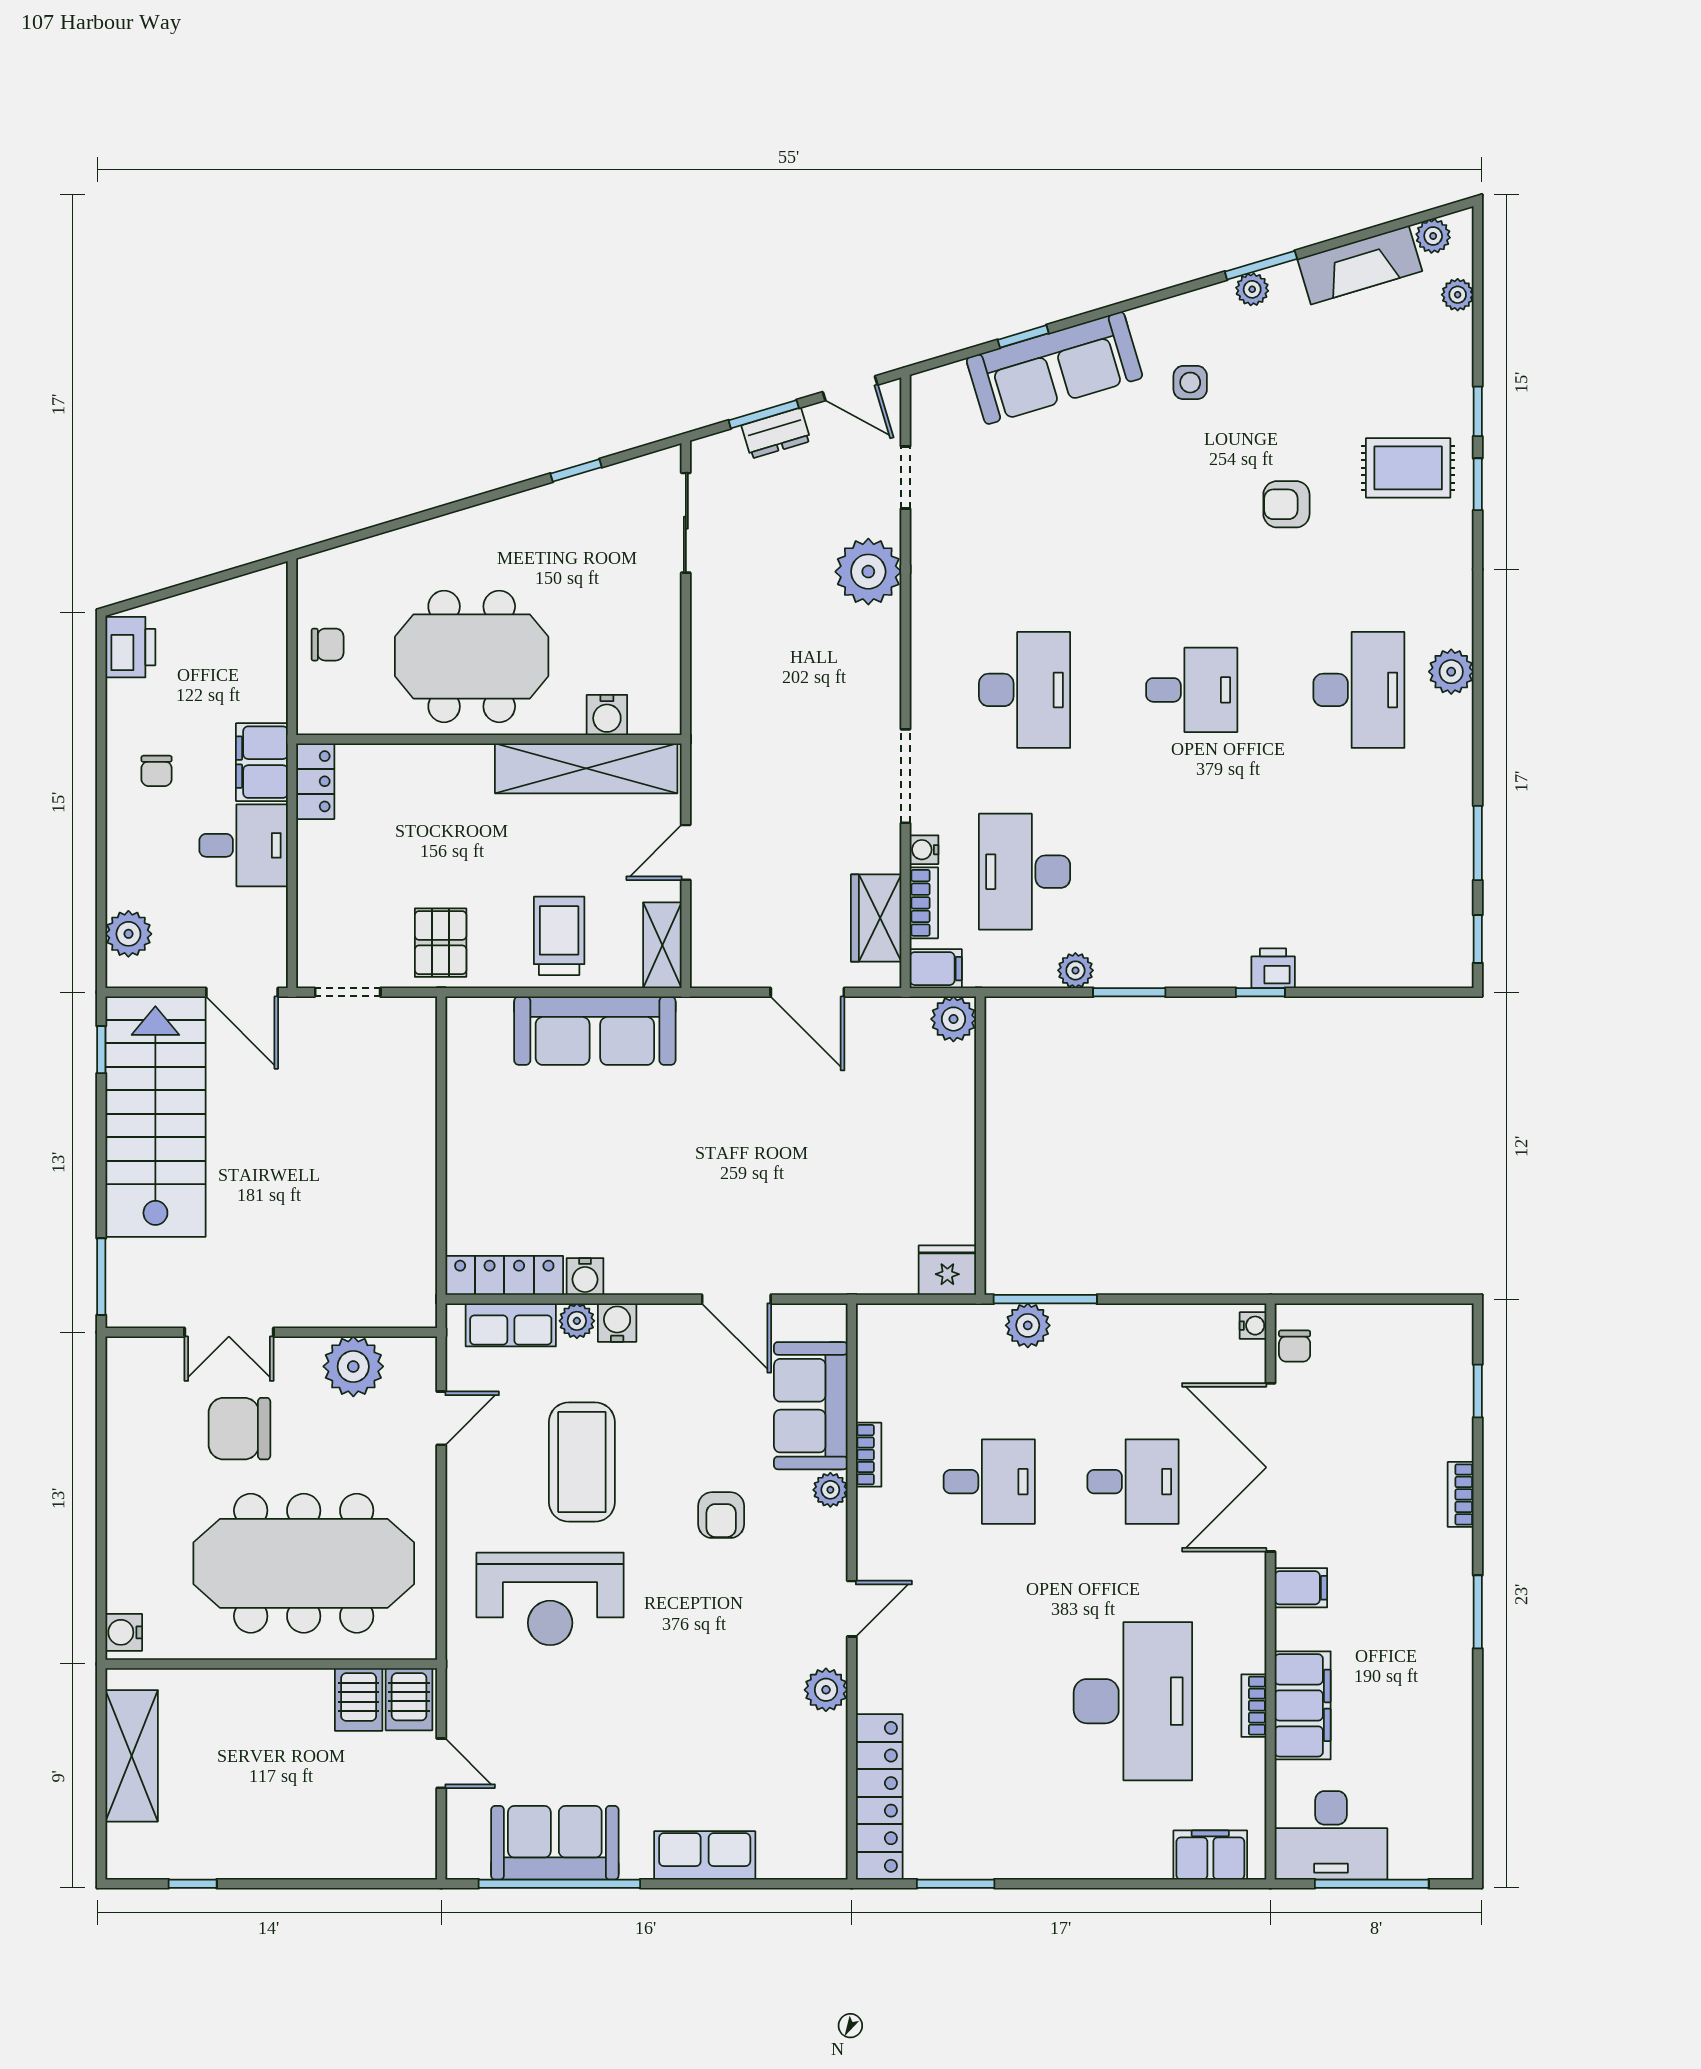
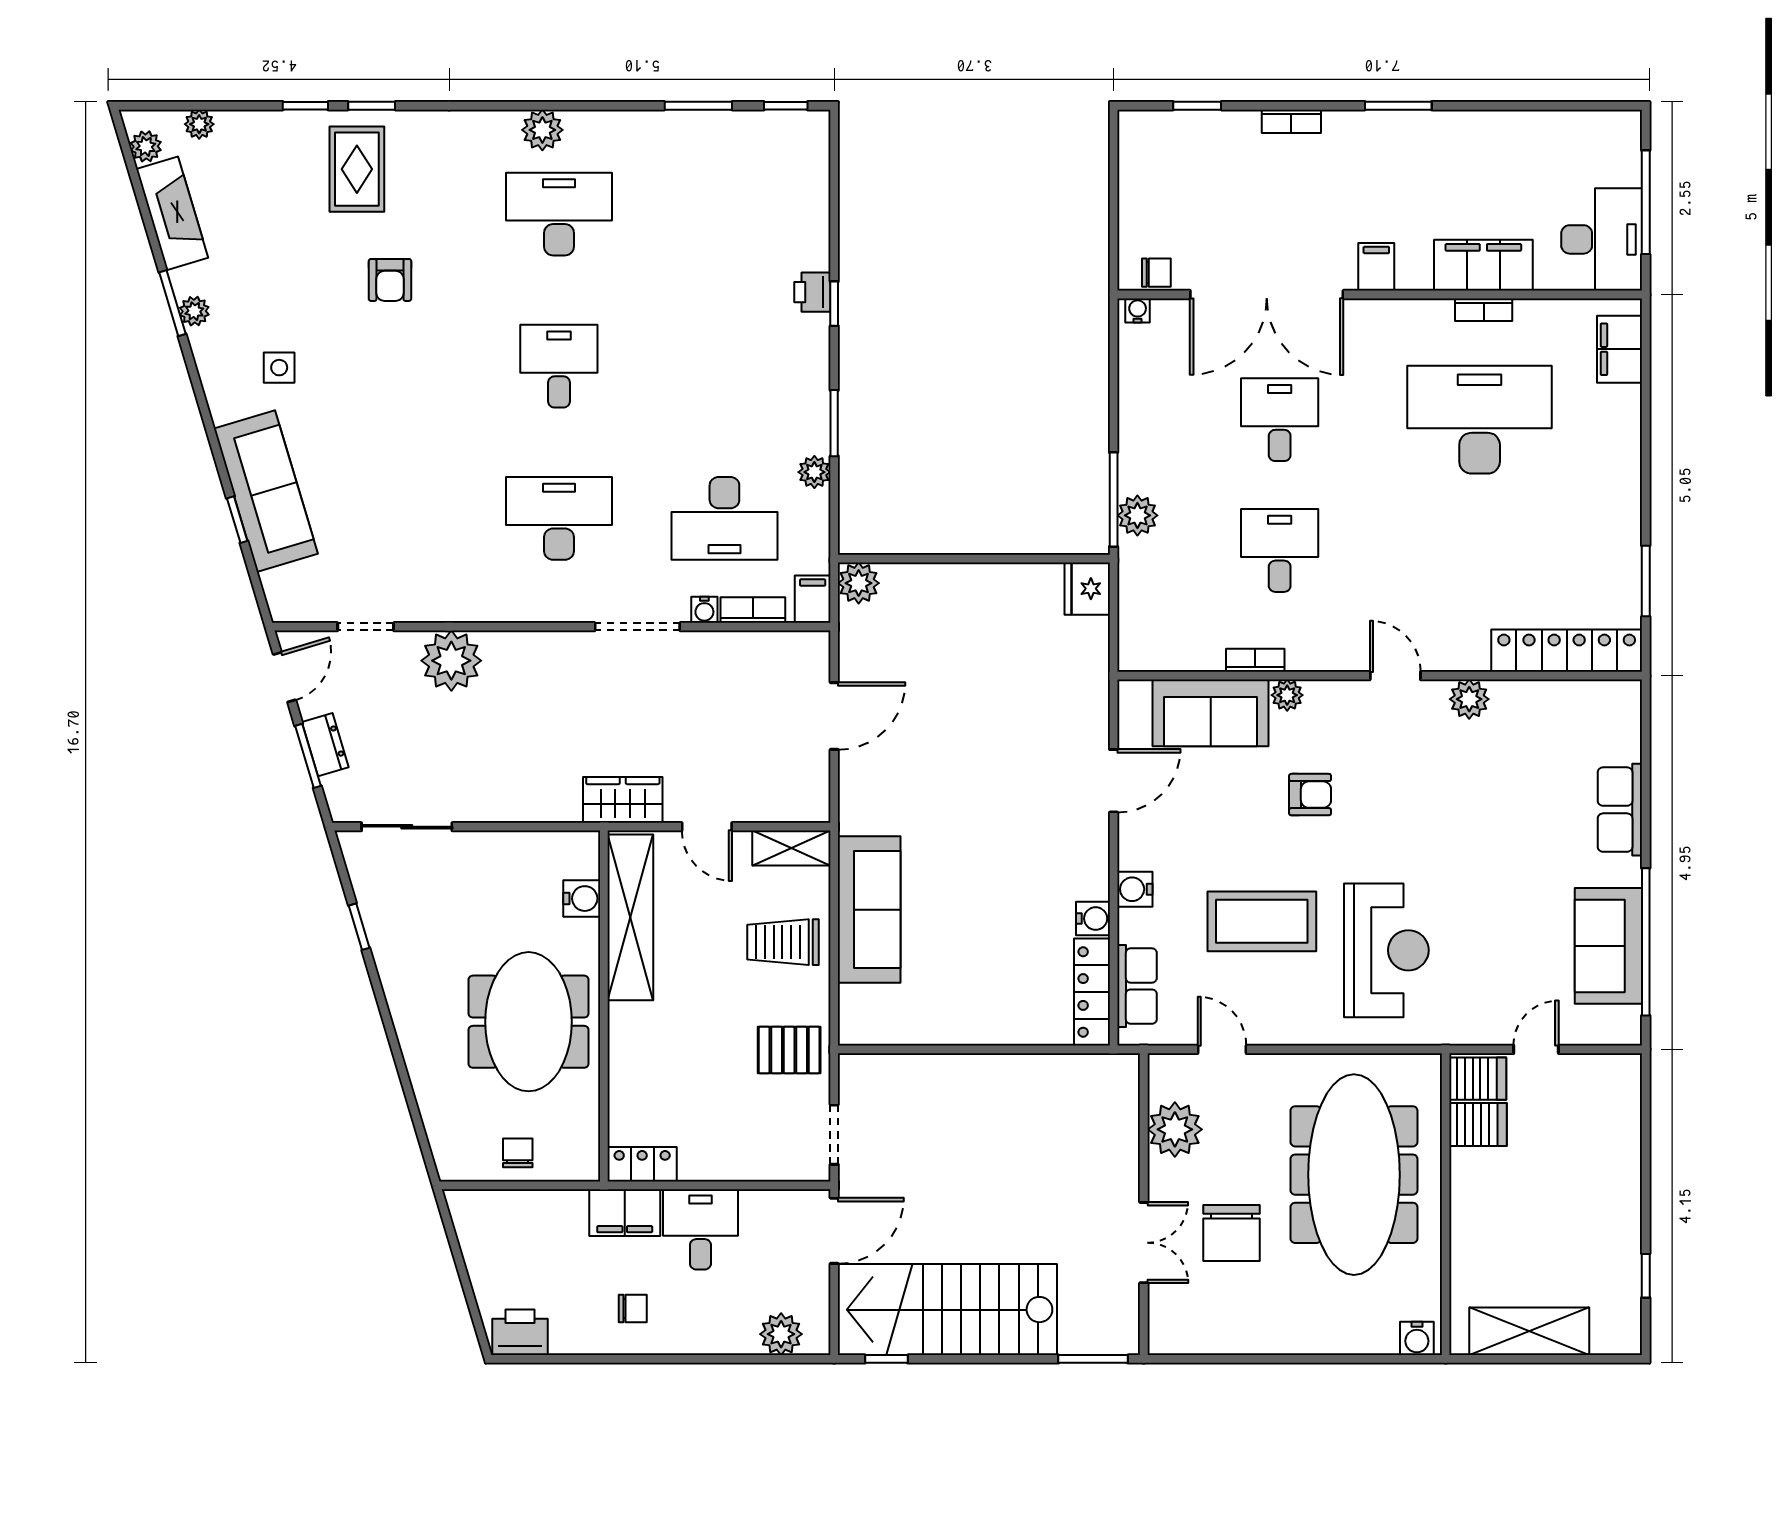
wardrobe: (876, 918) -> (623, 800), moved, turned 180
plant: (577, 1321) -> (1133, 926), removed

